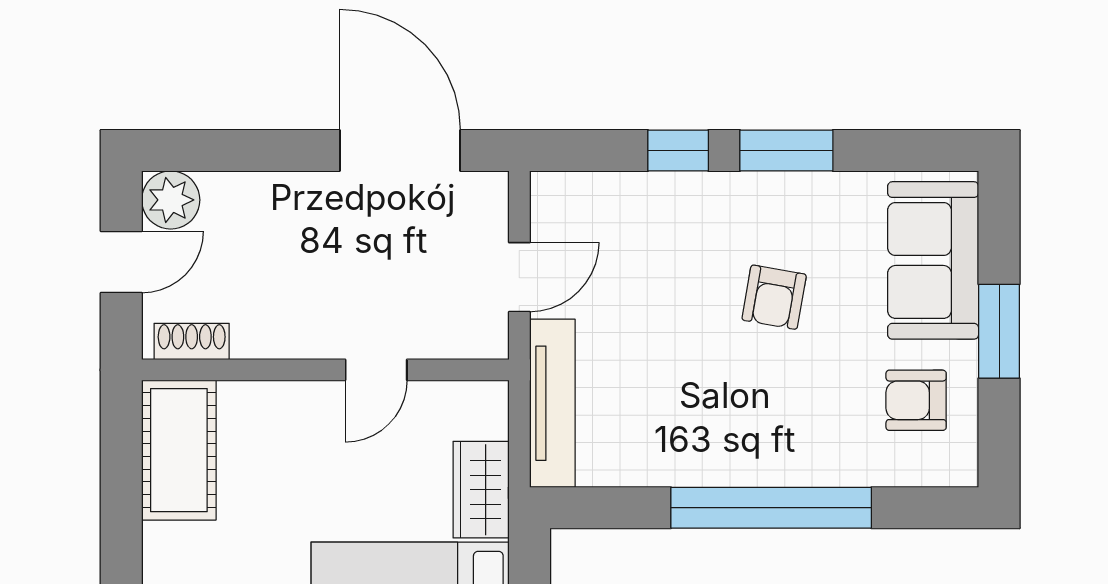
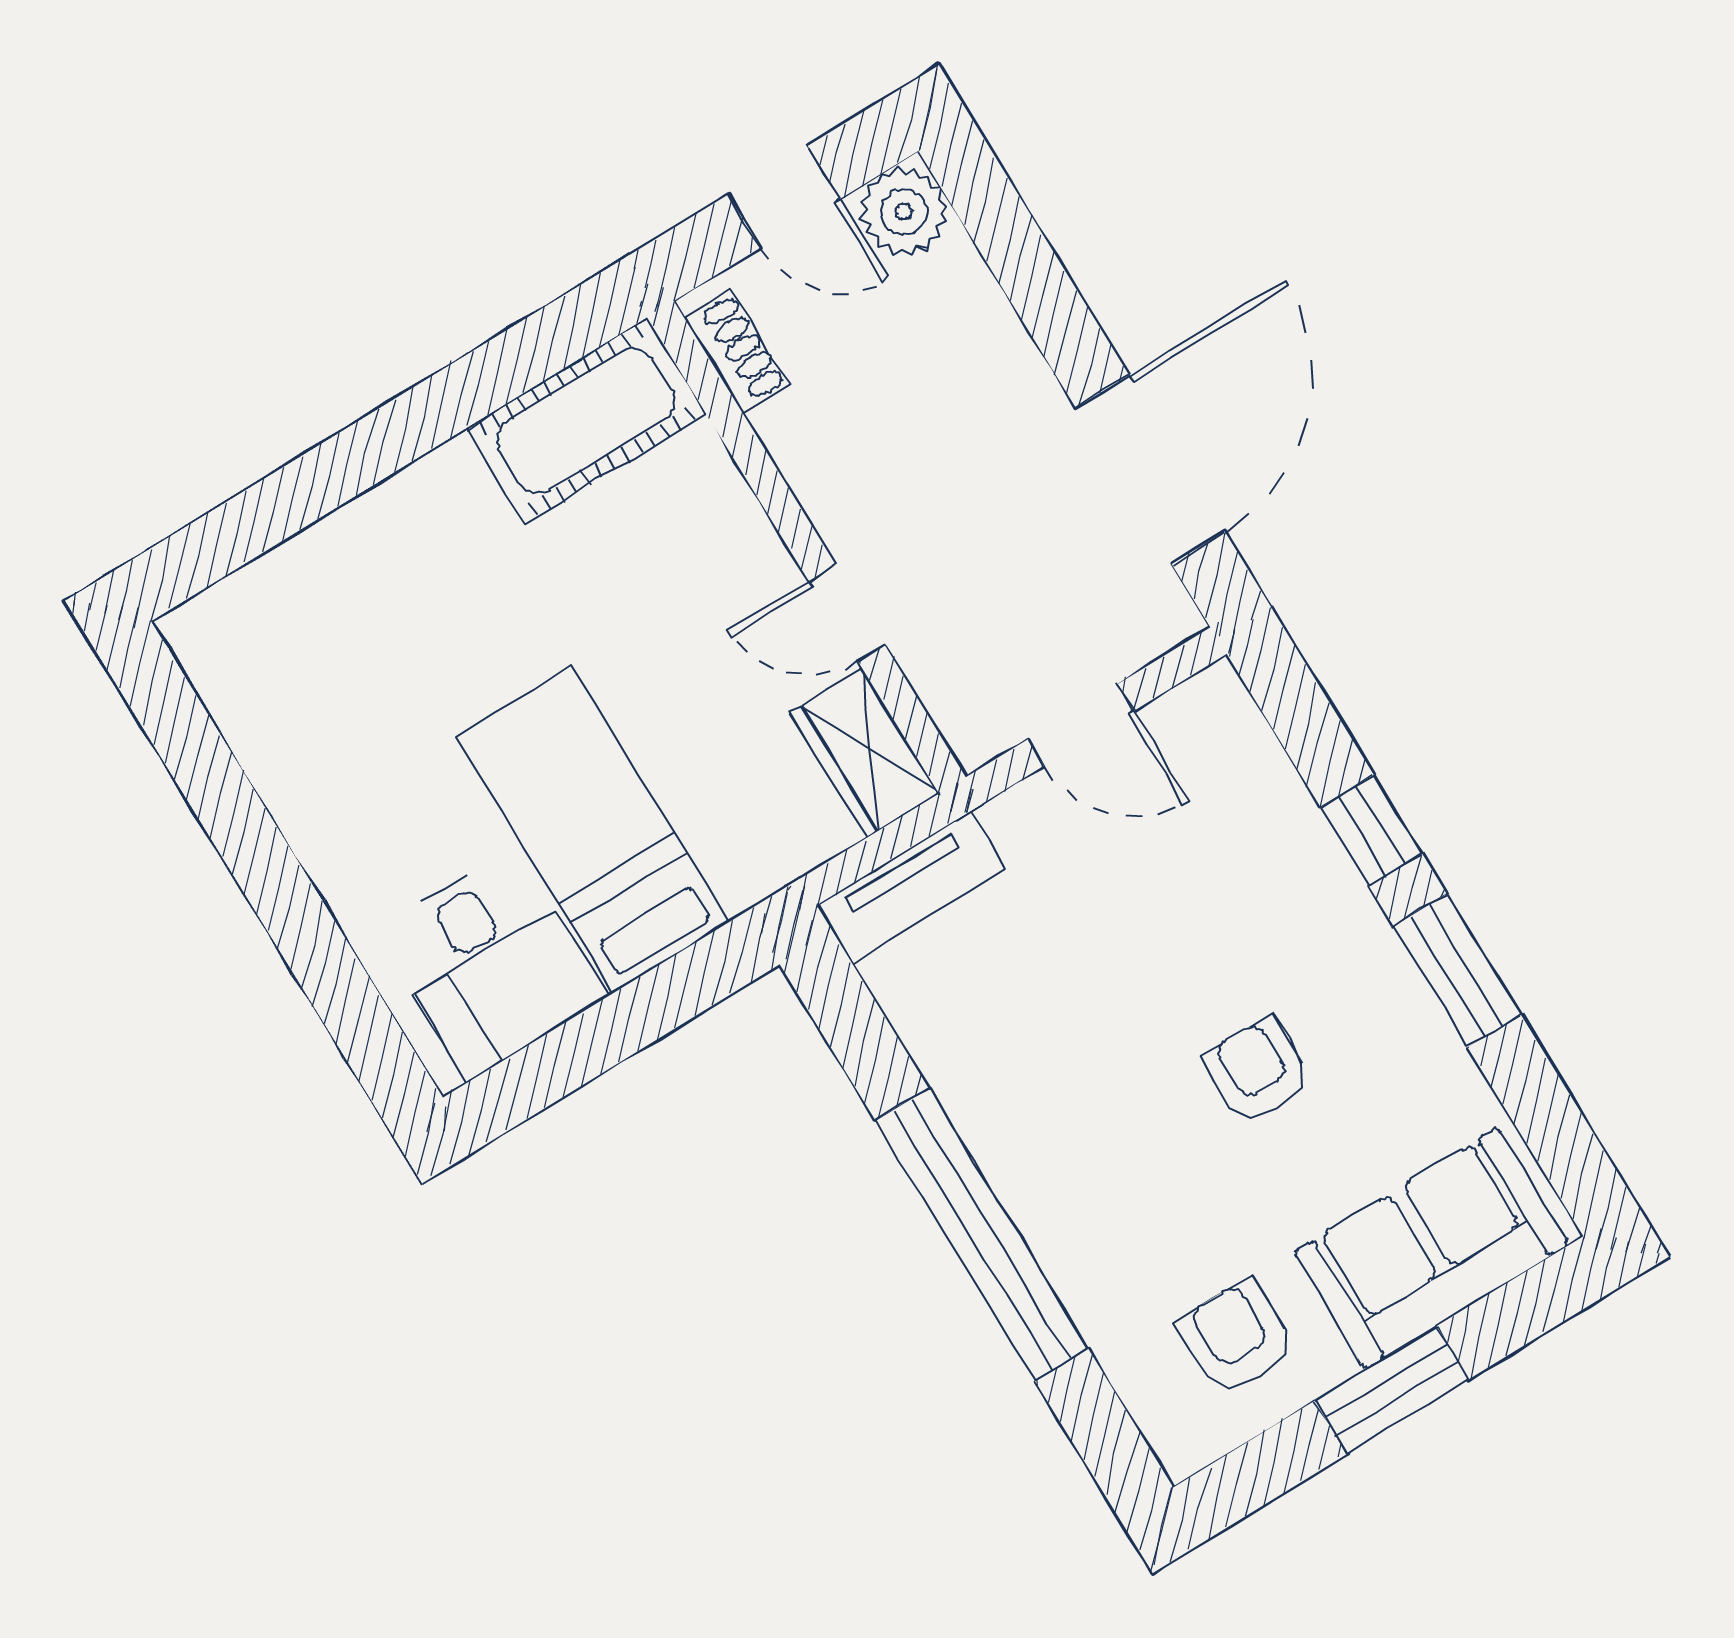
armchair: (774, 297) -> (1257, 1071), turned 81
tv unit: (552, 403) -> (912, 887), width x0.71
wardrobe: (481, 490) -> (864, 753), moved, turned -90

